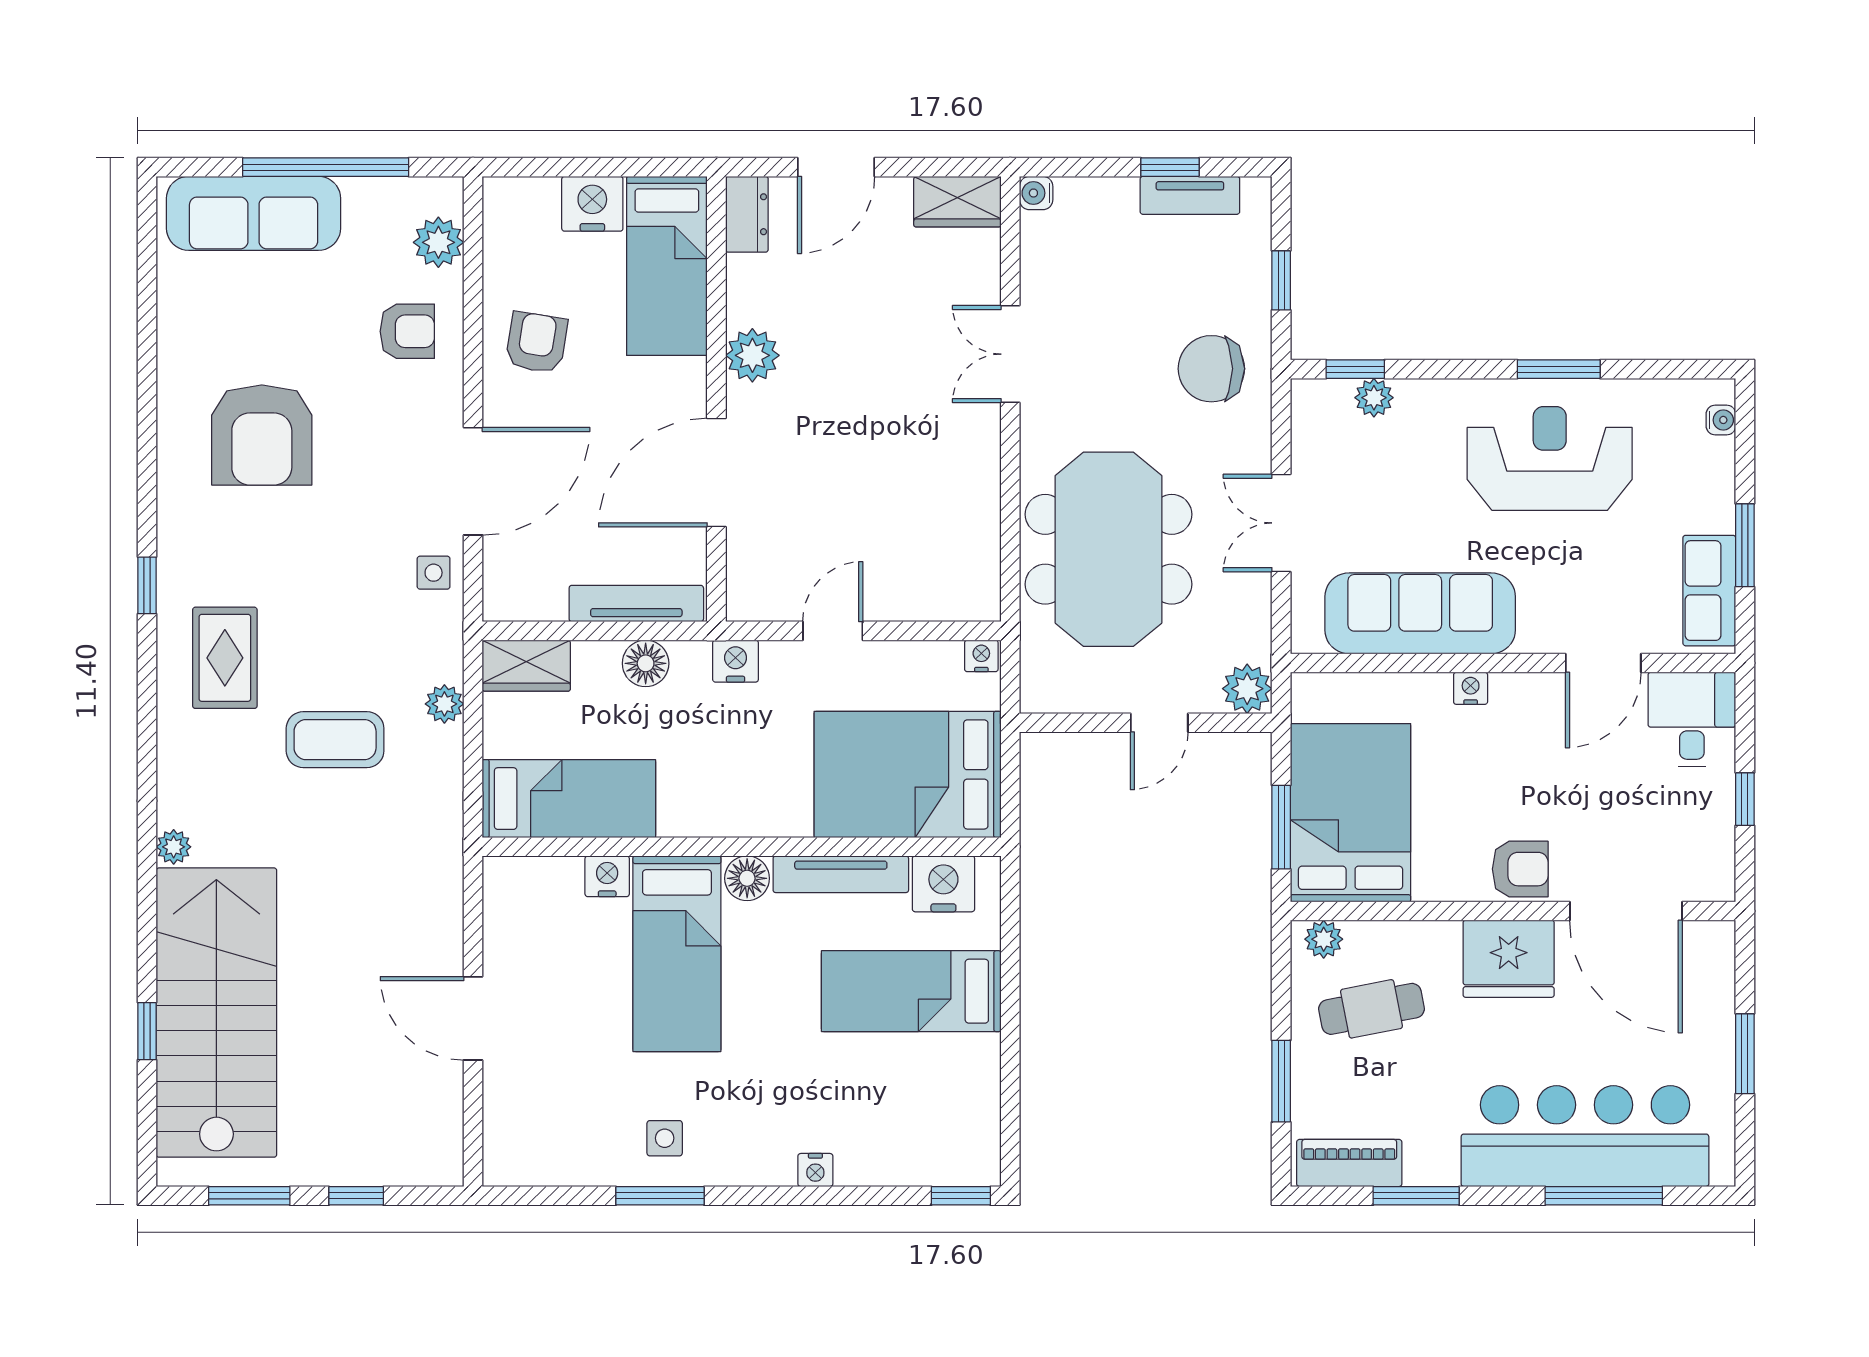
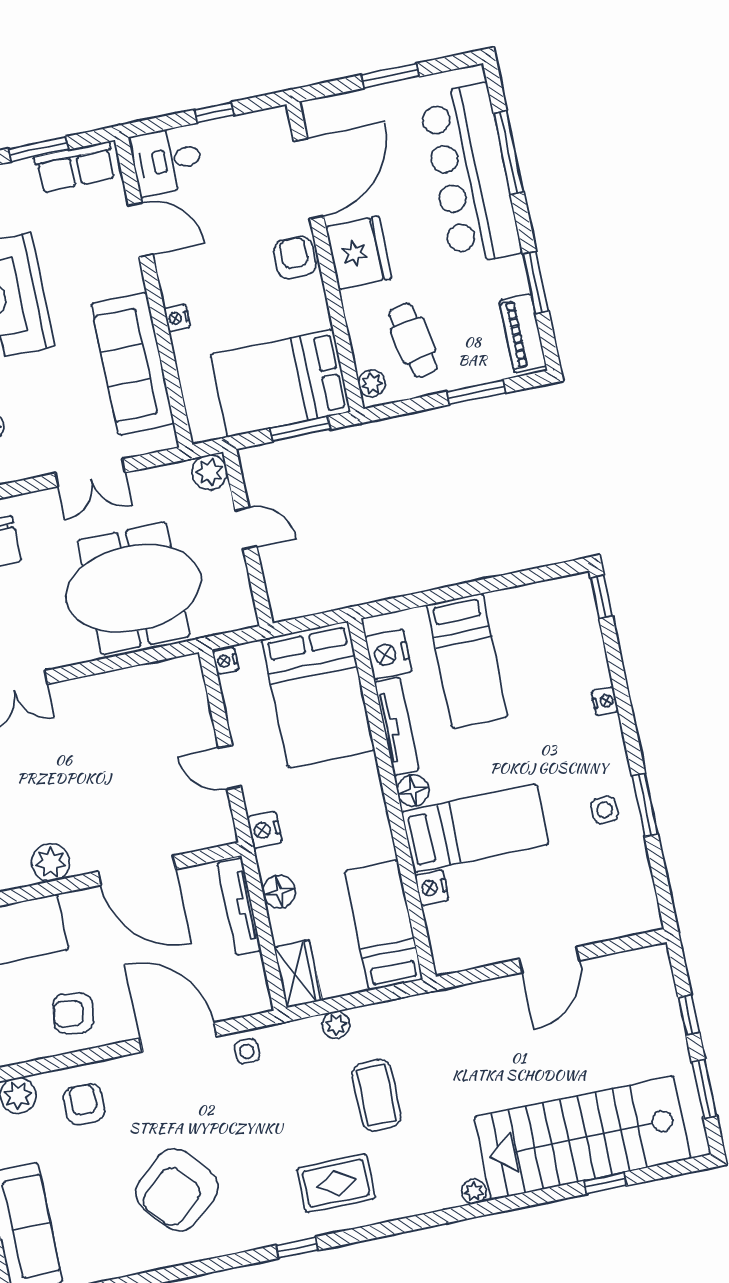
armchair: (262, 435) -> (177, 1190), turned 139

